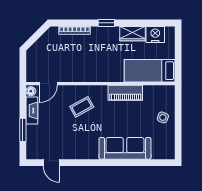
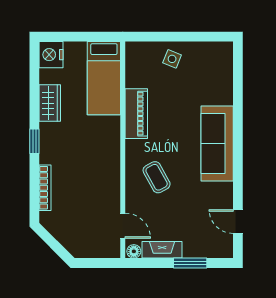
nightstand: (155, 34) -> (51, 55), moved
sofa: (125, 148) -> (217, 144), moved
door: (51, 163) -> (238, 222), swing flipped

